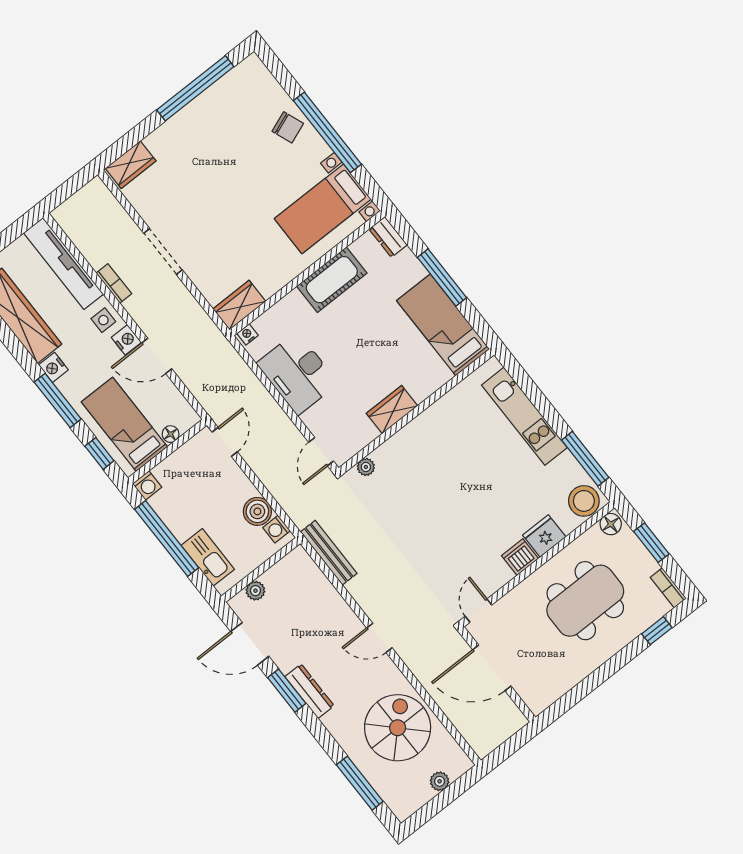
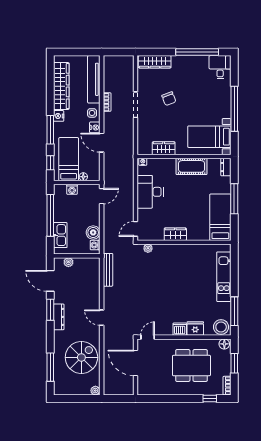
desk: (251, 83) -> (220, 67), added
chair: (288, 127) -> (169, 99), moved
wardrobe: (131, 165) -> (155, 62), width x1.50
wardrobe: (239, 305) -> (164, 148), moved
washing machine: (147, 485) -> (72, 189), moved
plant: (440, 781) -> (95, 391), moved

